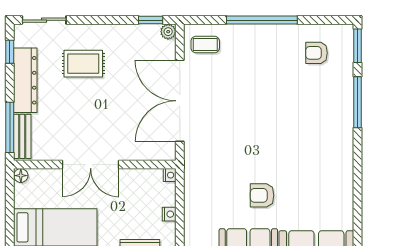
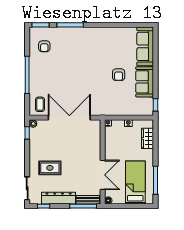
rug: (83, 64) -> (50, 168), turned 90
double door: (180, 101) -> (69, 118), swing flipped
double door: (91, 165) -> (103, 175), moved

